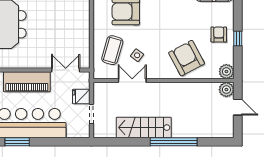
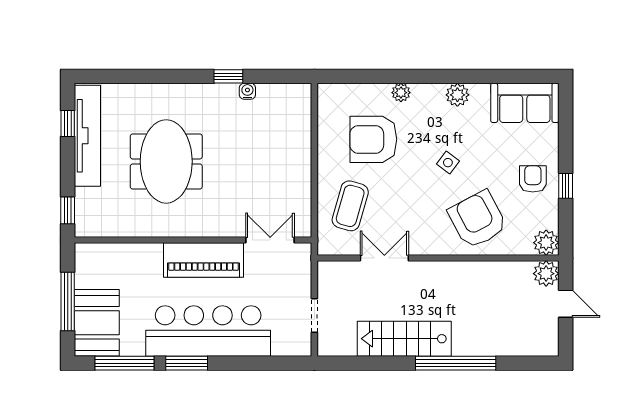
side table: (137, 55) -> (448, 163), moved
fridge: (81, 97) -> (297, 285), removed

